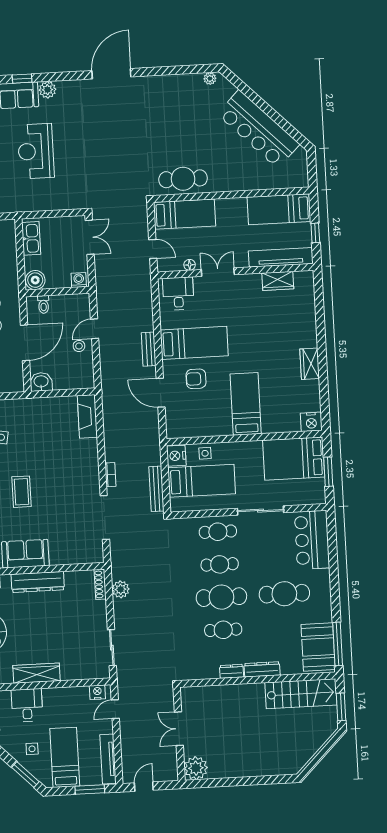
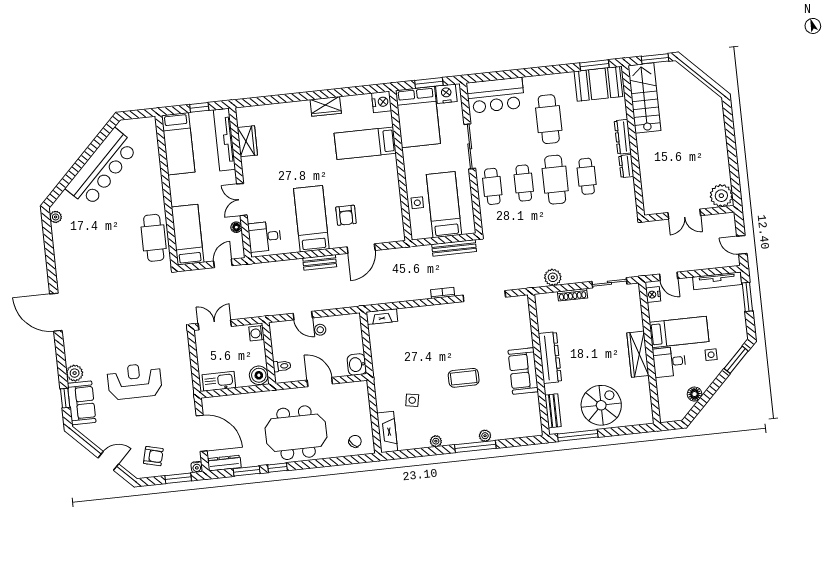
reception desk: (36, 151) -> (135, 381), turned 180
door: (25, 343) -> (320, 382), width x0.73
bed: (246, 404) -> (365, 143), moved
fireplace: (87, 416) -> (382, 317), width x0.73, depth x0.76
nightstand: (176, 456) -> (446, 94), moved, turned 180
shoe rack: (100, 584) -> (572, 295), moved
window: (338, 644) -> (594, 65), width x0.69
bed: (65, 757) -> (679, 332), moved, turned 180

